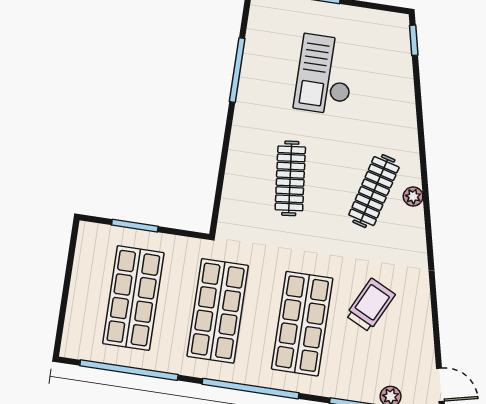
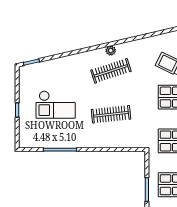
clothes rail: (374, 191) -> (111, 71), turned -33

